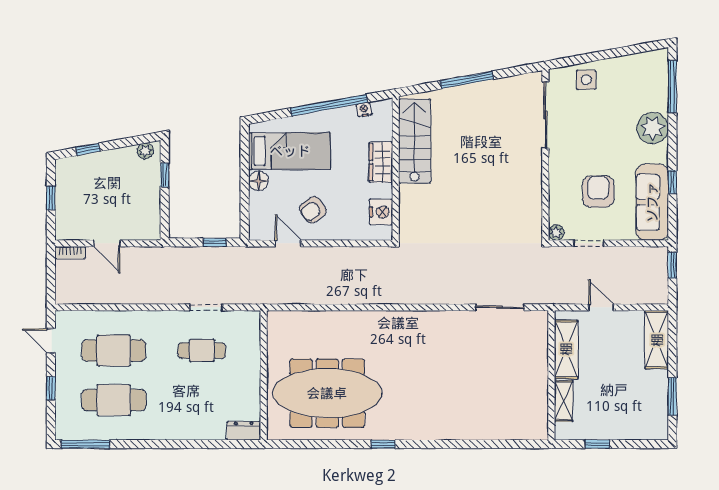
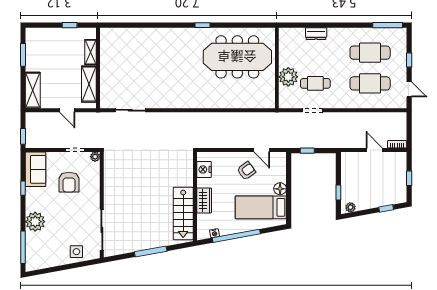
sofa: (652, 202) -> (36, 169), width x0.73
plant: (245, 361) -> (288, 77), added
dresser: (244, 431) -> (316, 34), moved

